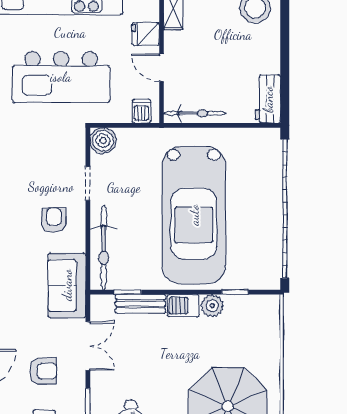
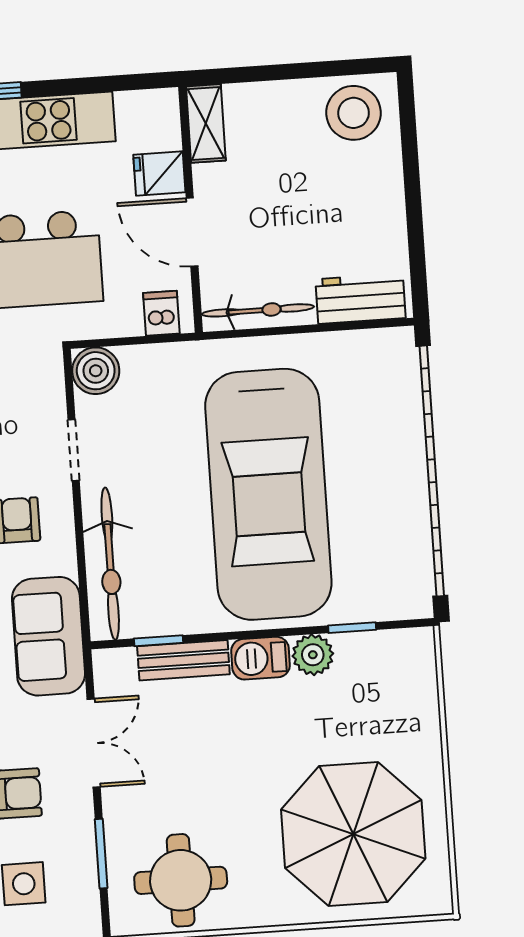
door: (161, 68) -> (192, 232), width x1.38
workbench: (268, 99) -> (361, 299), moved, turned 90

